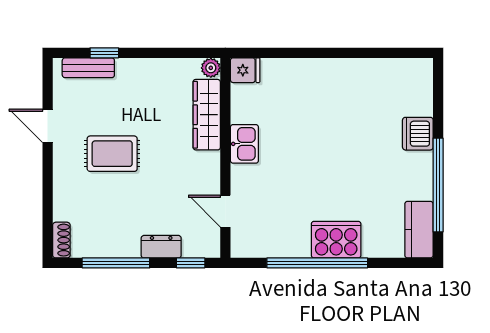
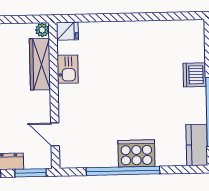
kitchen sink: (244, 144) -> (68, 69), moved
window: (191, 263) -> (30, 173), width x1.50

